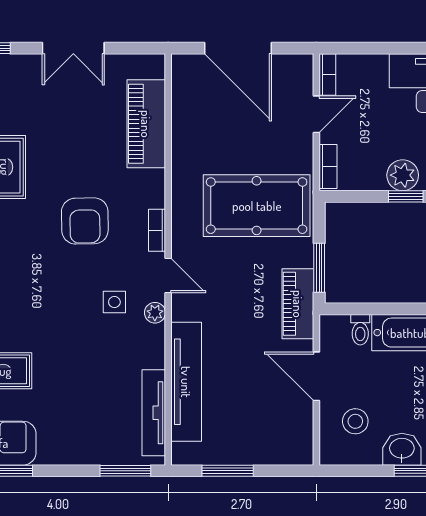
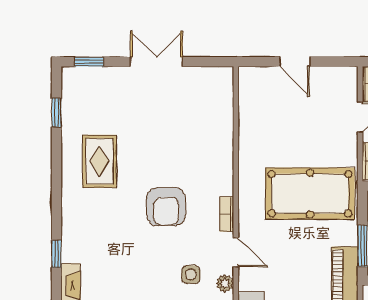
double door: (73, 48) -> (156, 62), swing flipped
door: (238, 48) -> (295, 62), width x0.53
piano: (146, 124) -> (218, 125), removed

